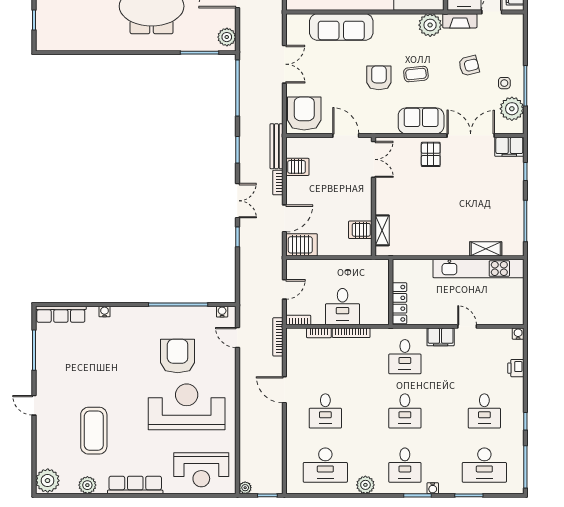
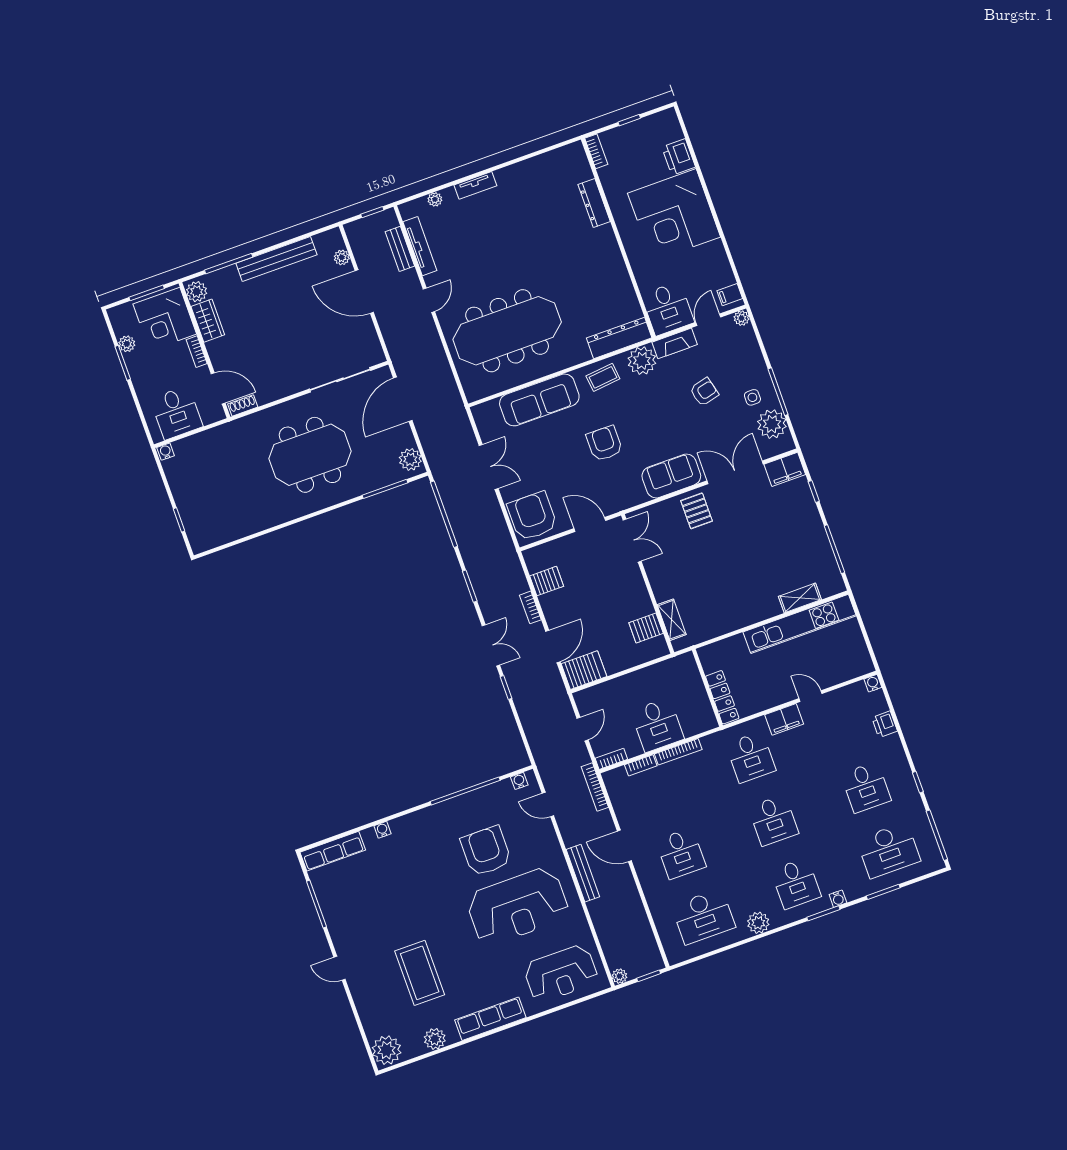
plant: (518, 20) -> (741, 318), added
coffee table: (416, 74) -> (603, 377), moved
bench: (276, 146) -> (583, 873), moved
reception desk: (187, 407) -> (518, 906), turned 180

